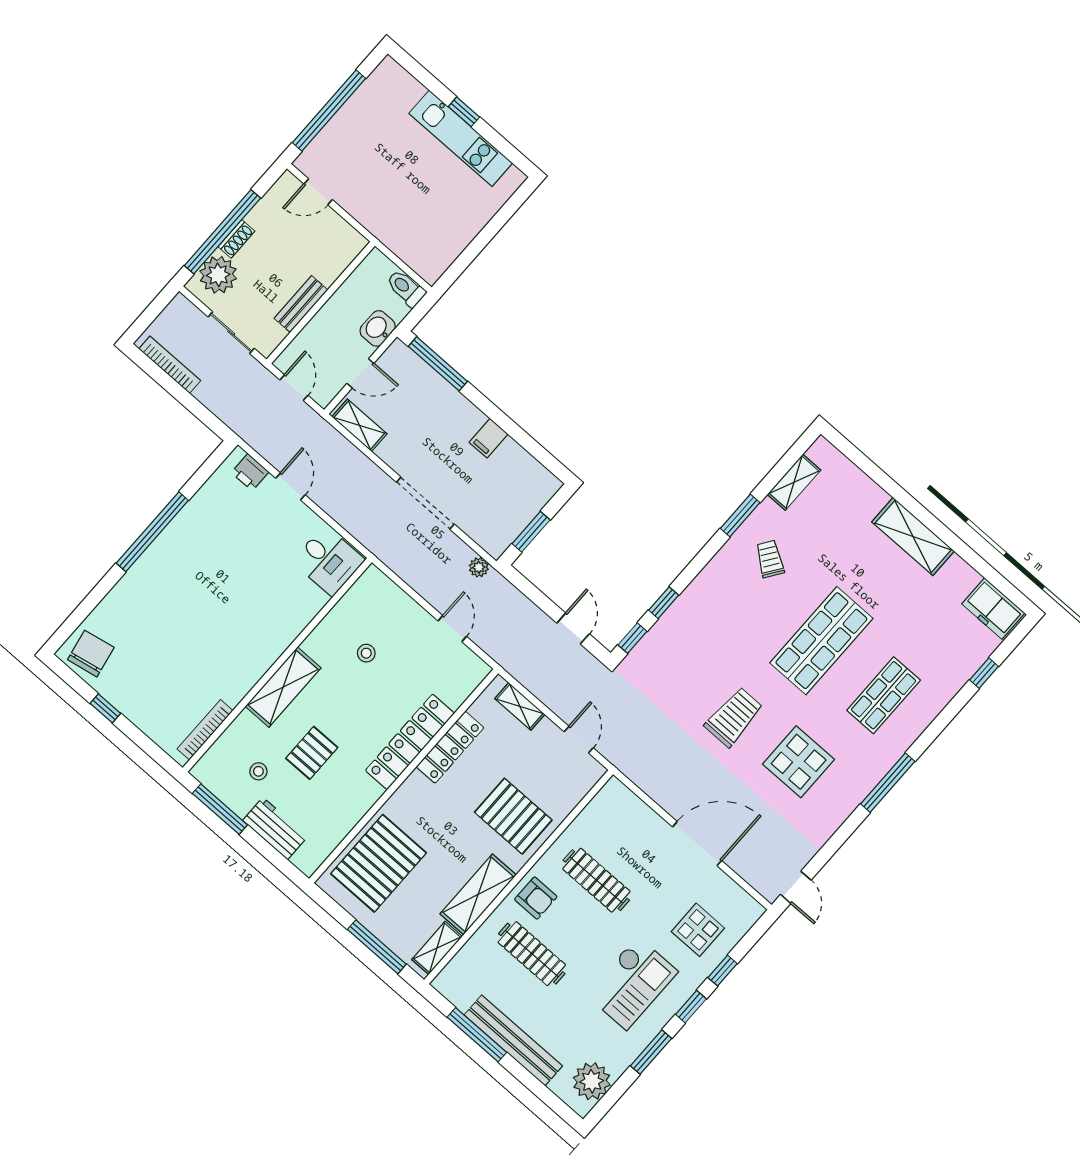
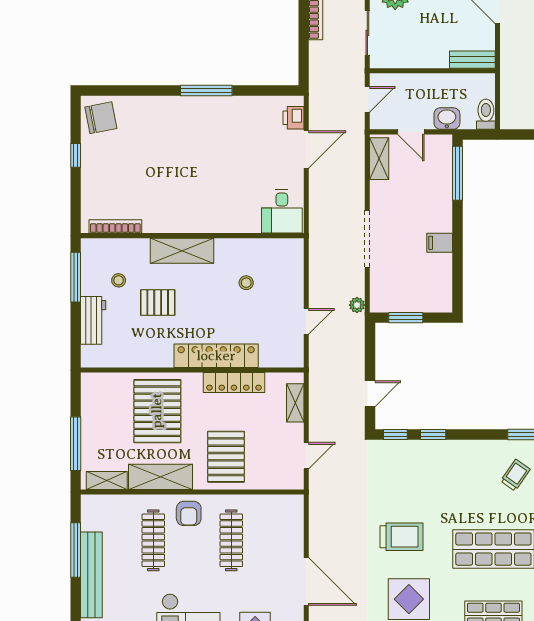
bench: (301, 304) -> (472, 60), moved
door: (290, 486) -> (306, 149), width x1.38
window: (152, 532) -> (206, 91), width x0.68
pallet: (379, 863) -> (157, 411), moved, turned 90

